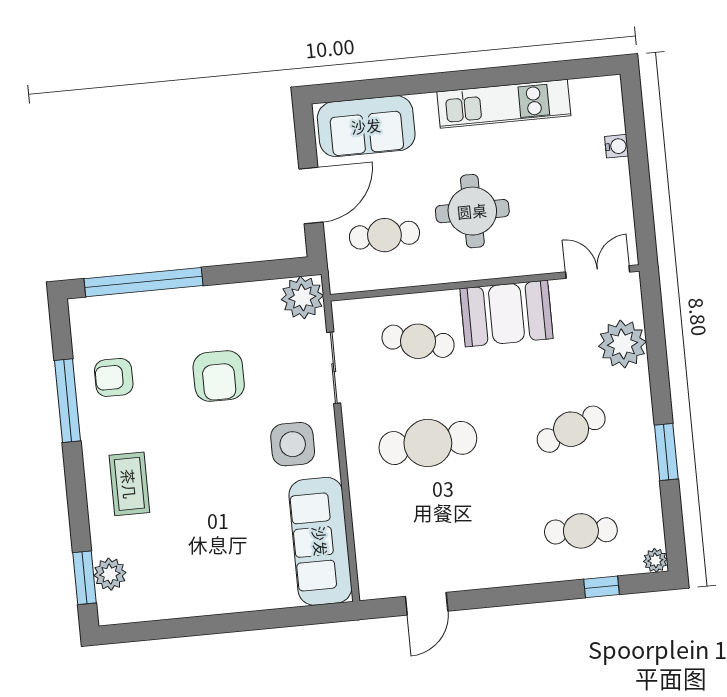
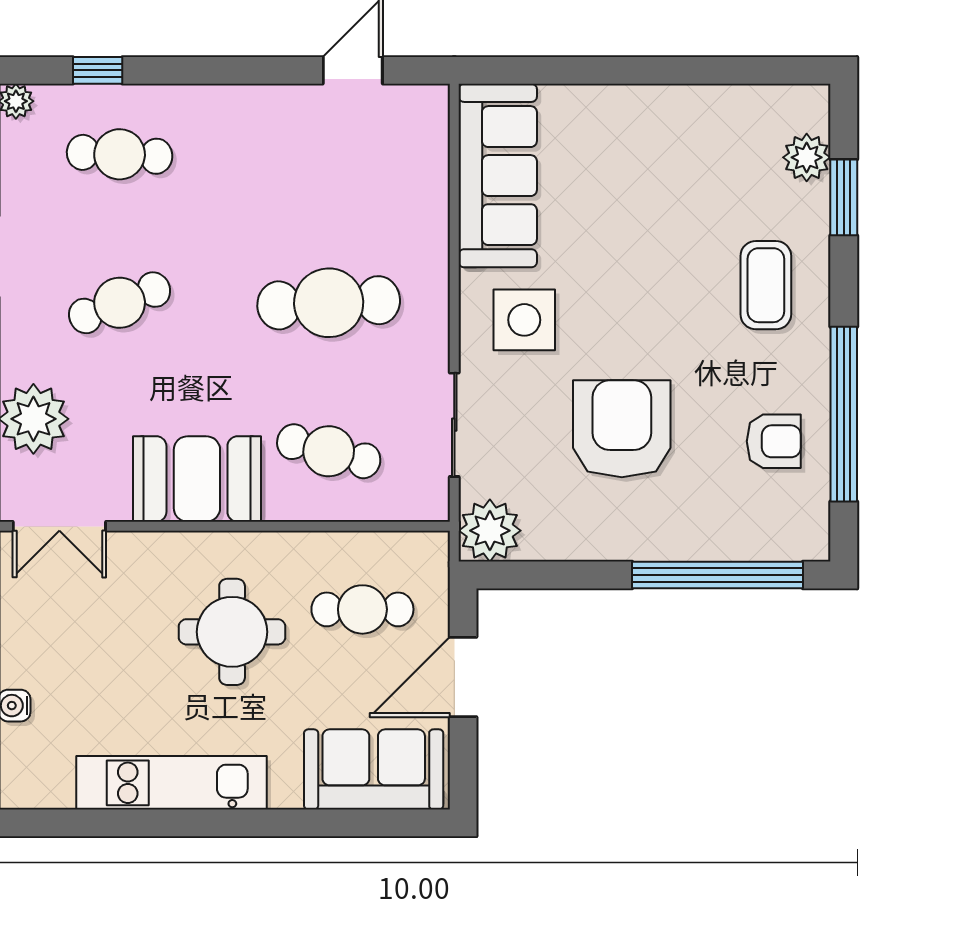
armchair: (219, 376) -> (622, 429), width x1.36, depth x1.36
window: (68, 401) -> (844, 414), width x1.46
window: (85, 578) -> (844, 197), moved

